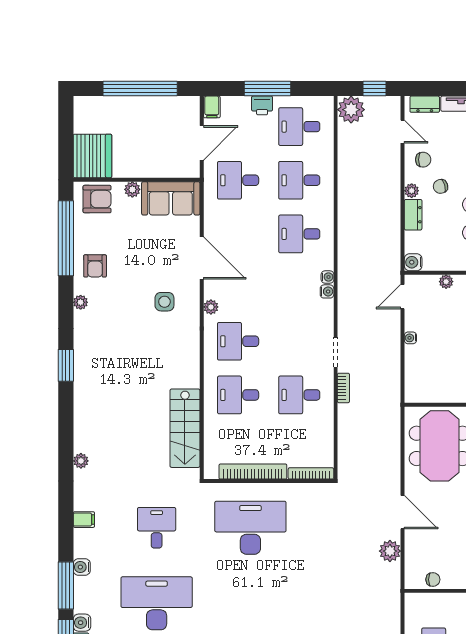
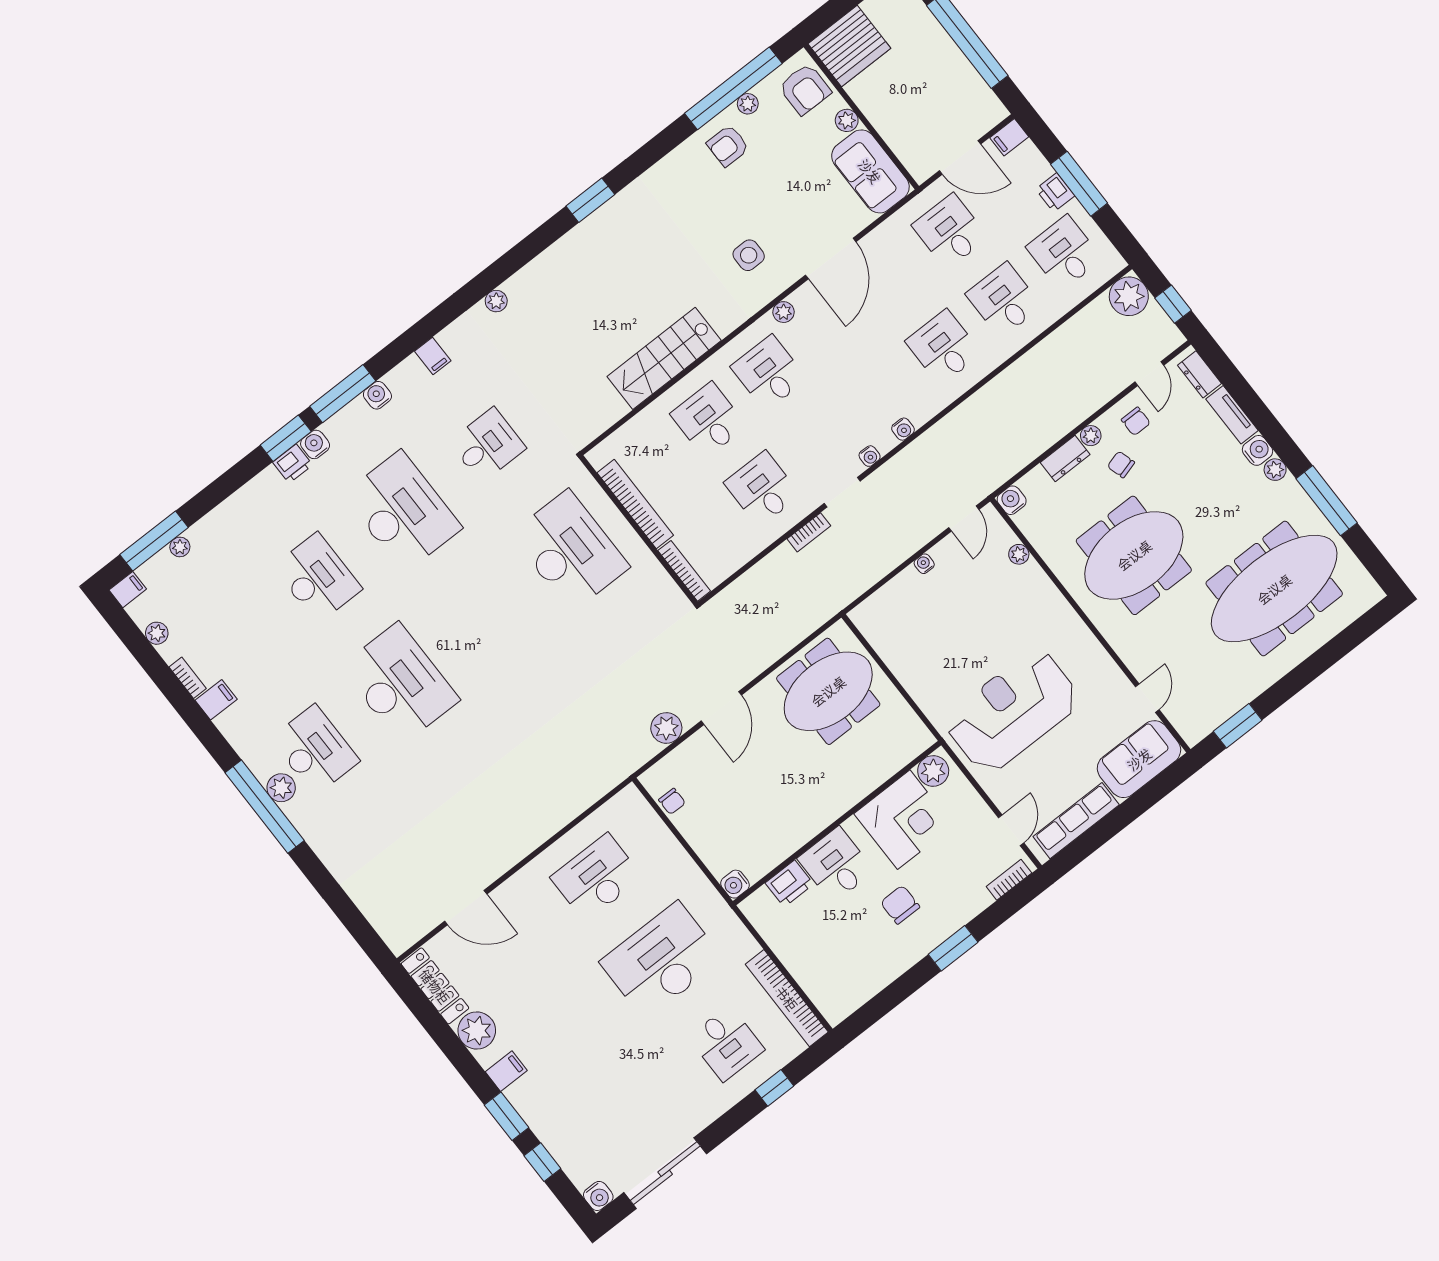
water cooler: (327, 277) -> (870, 456), moved
door: (403, 297) -> (964, 519), swing flipped
plant: (81, 302) -> (748, 104), moved
stairs: (185, 428) -> (664, 358), moved

